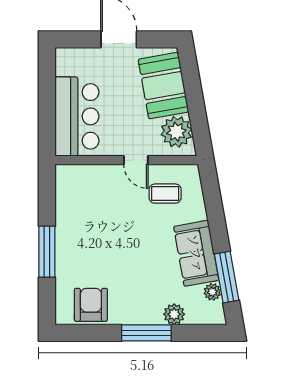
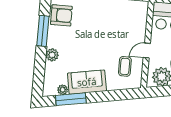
plant: (174, 314) -> (52, 55), moved
window: (146, 333) -> (43, 31), moved

